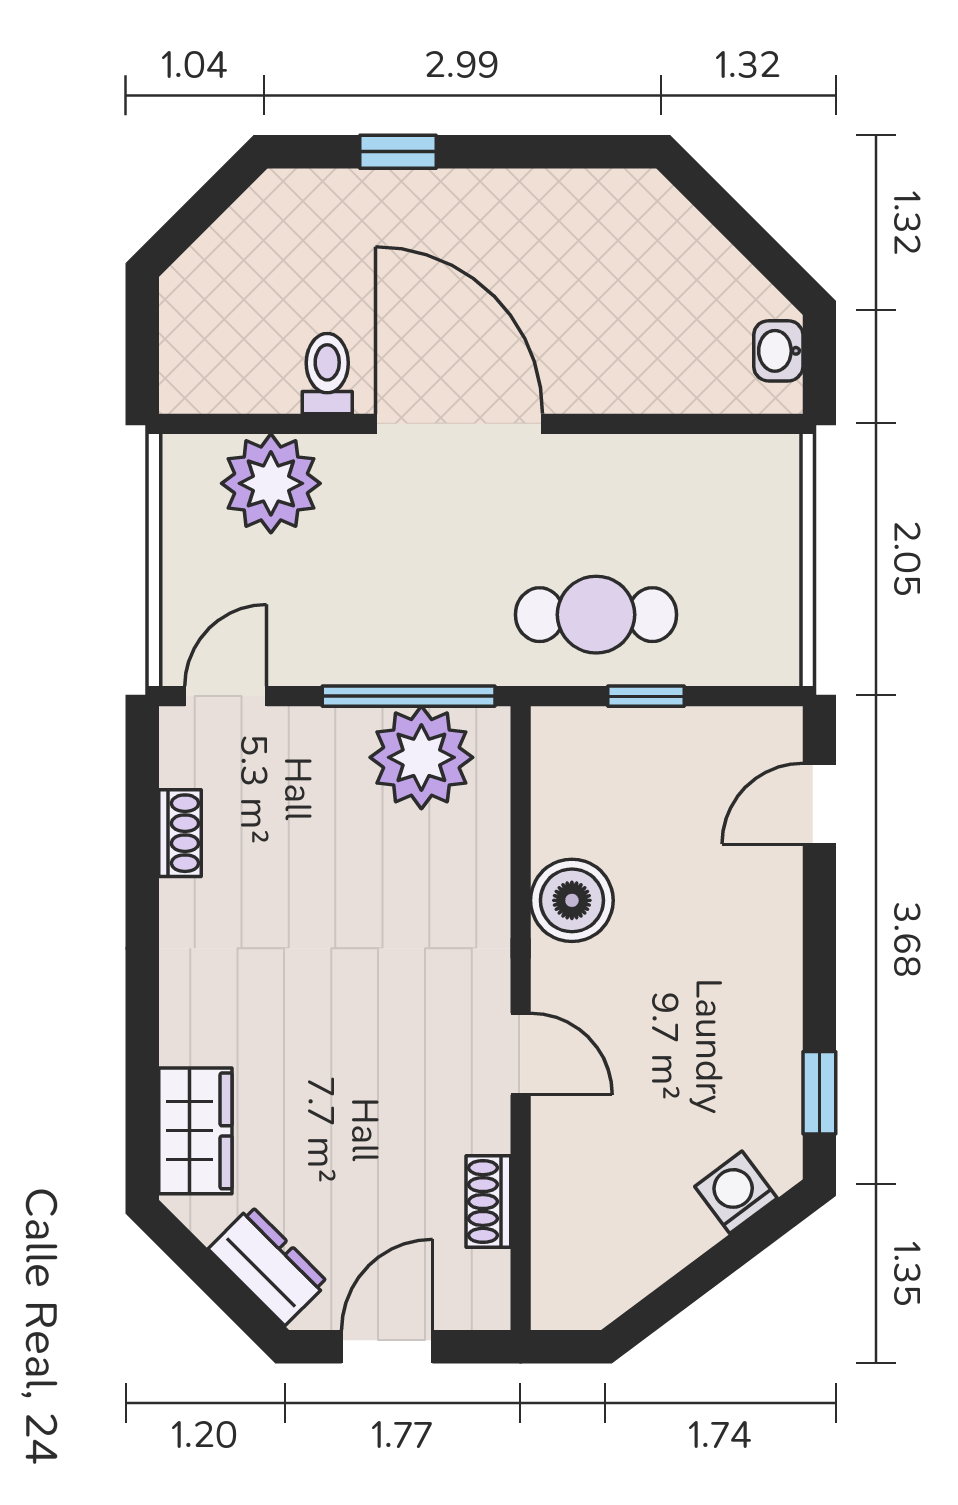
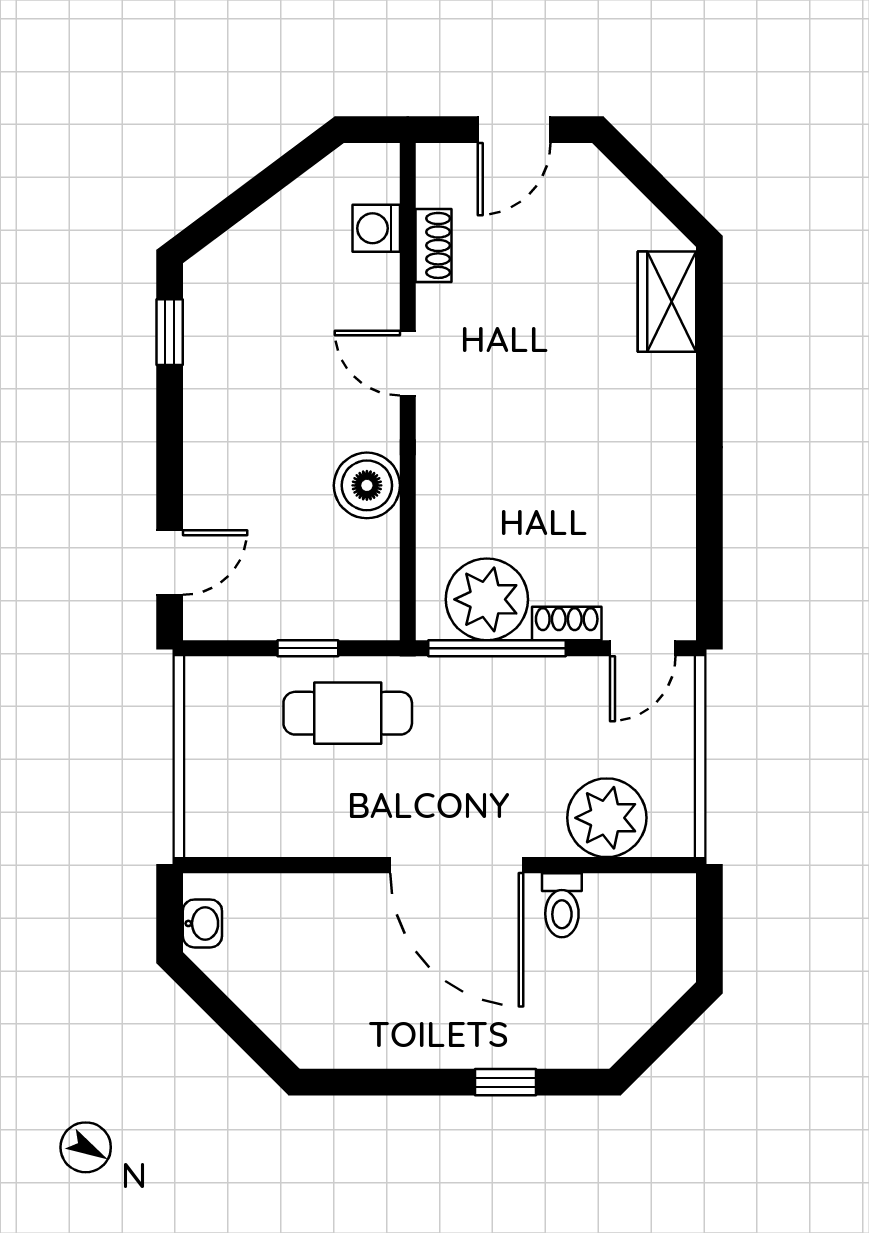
shoe rack: (180, 833) -> (567, 623), moved, turned 90
washing machine: (736, 1192) -> (376, 228), moved, turned 127
dresser: (268, 1266) -> (609, 194), removed

